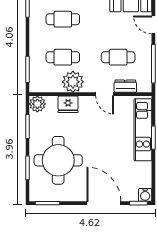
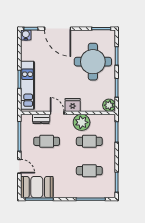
fridge: (68, 104) -> (73, 105), moved

